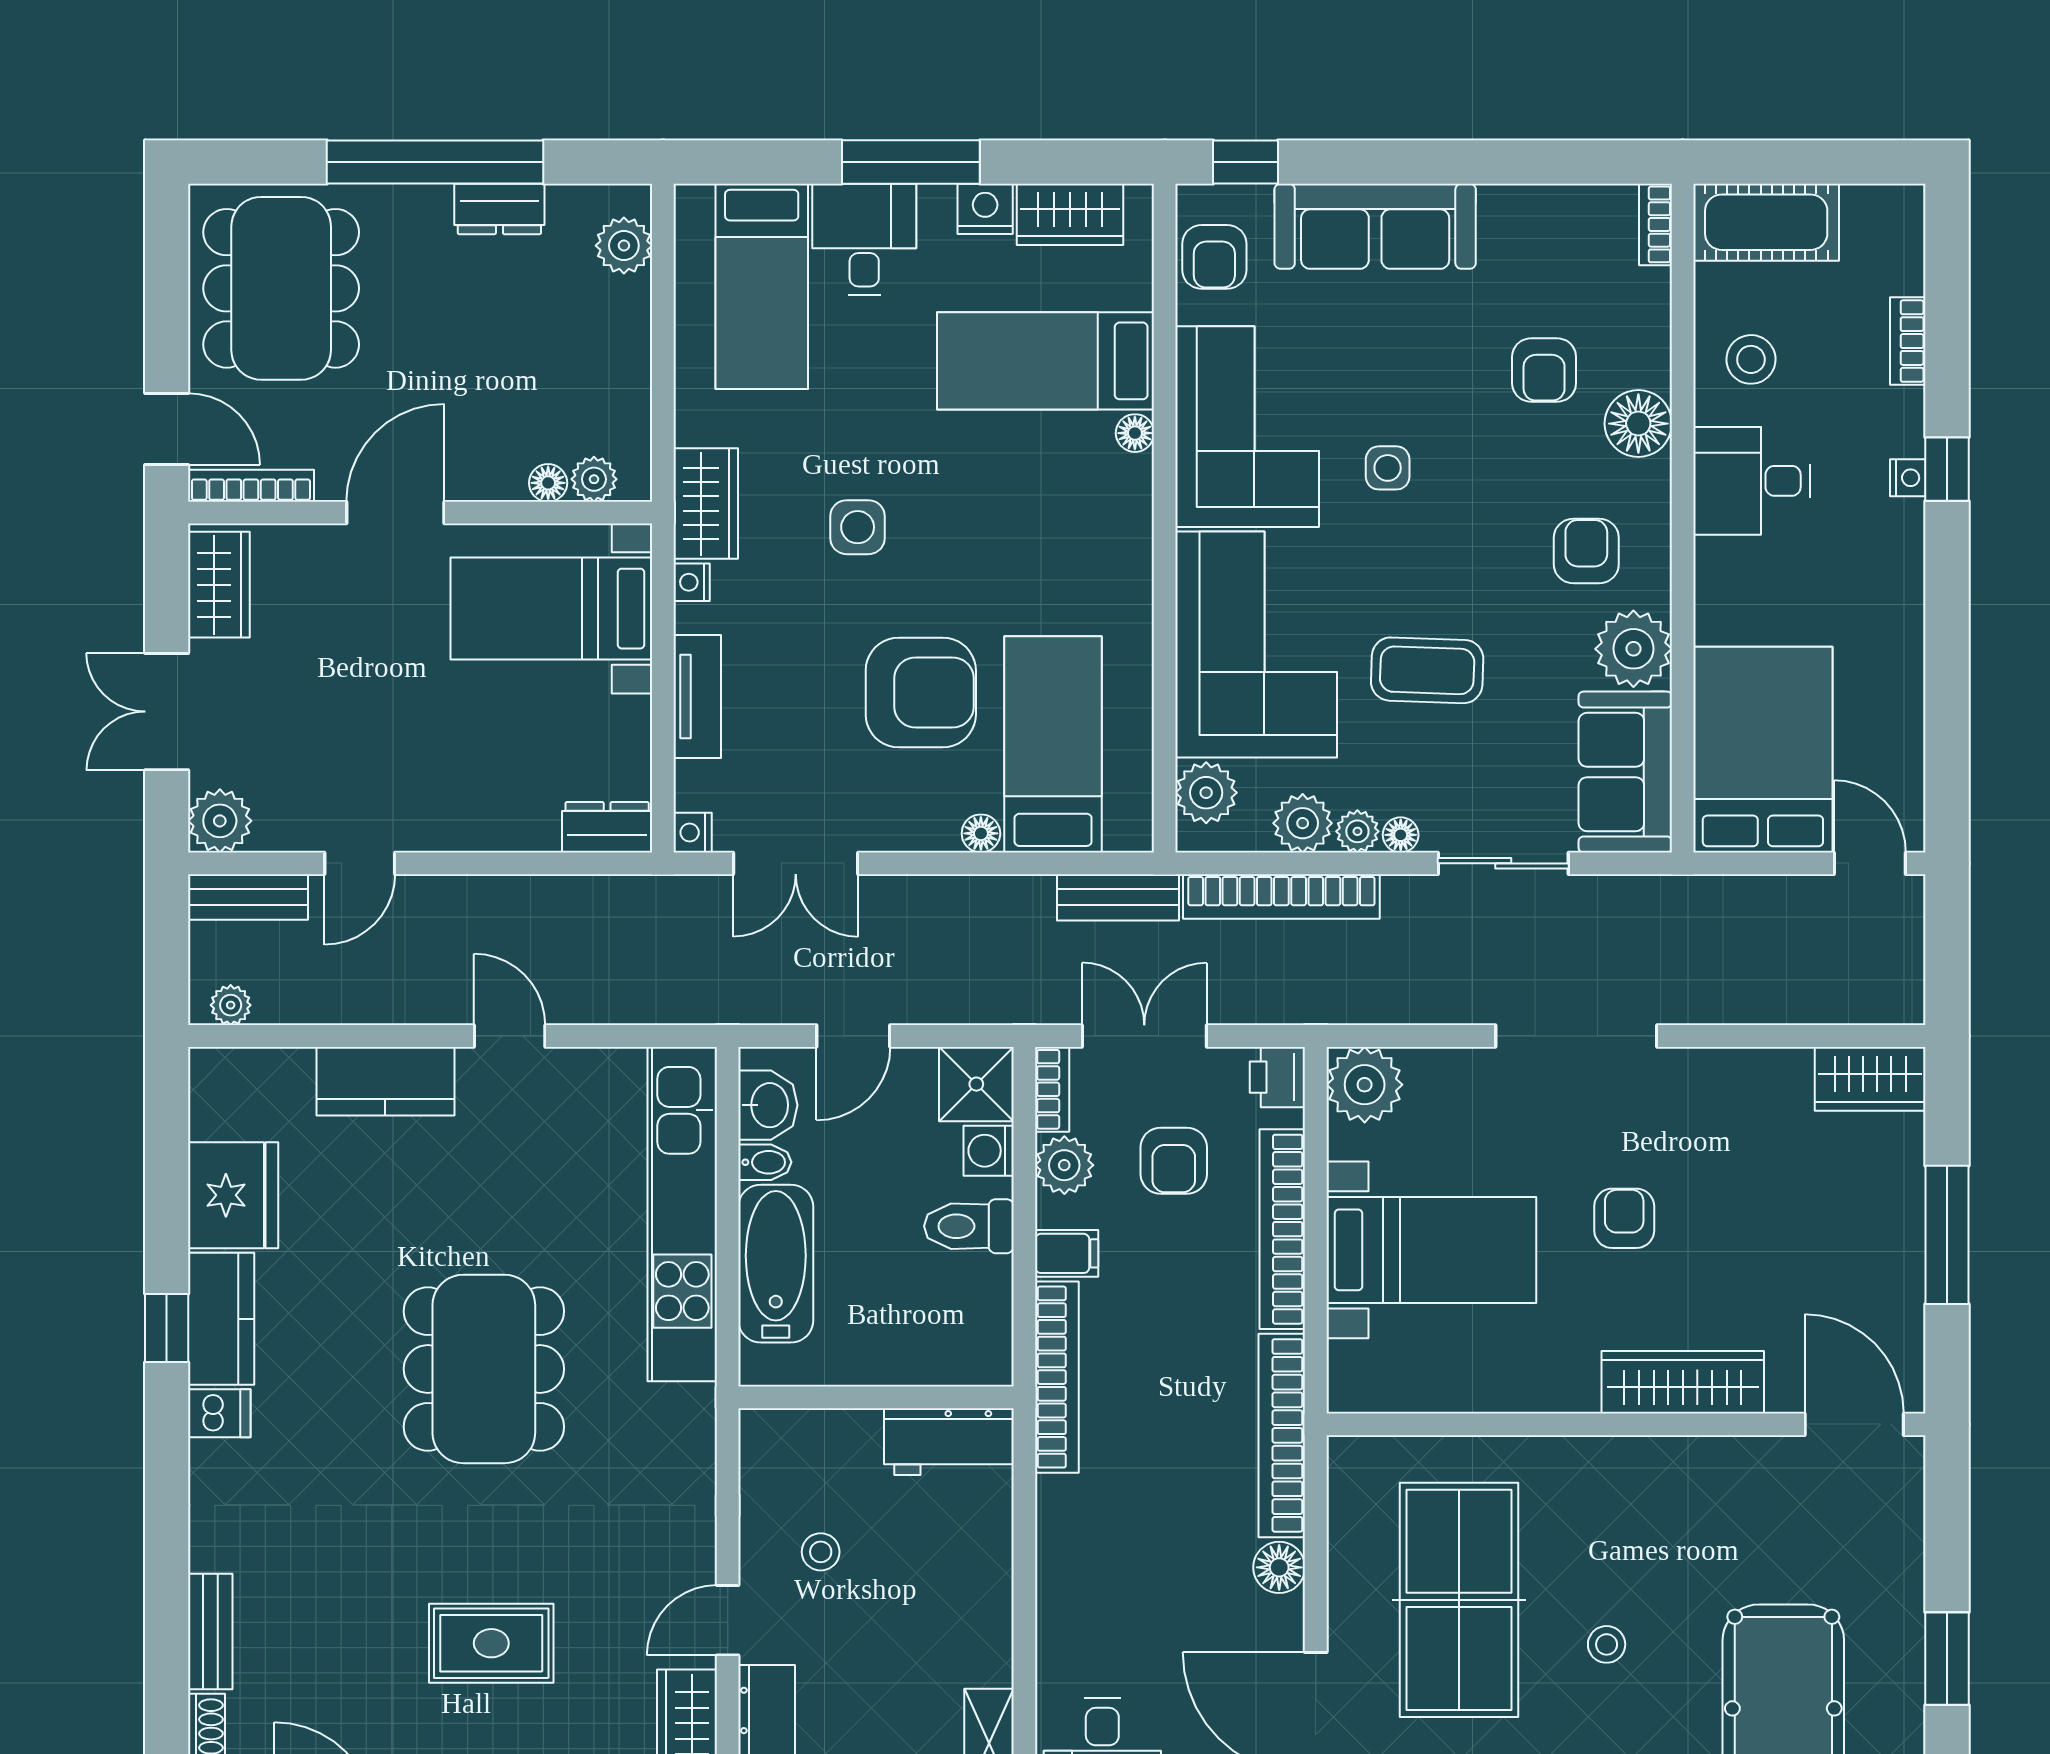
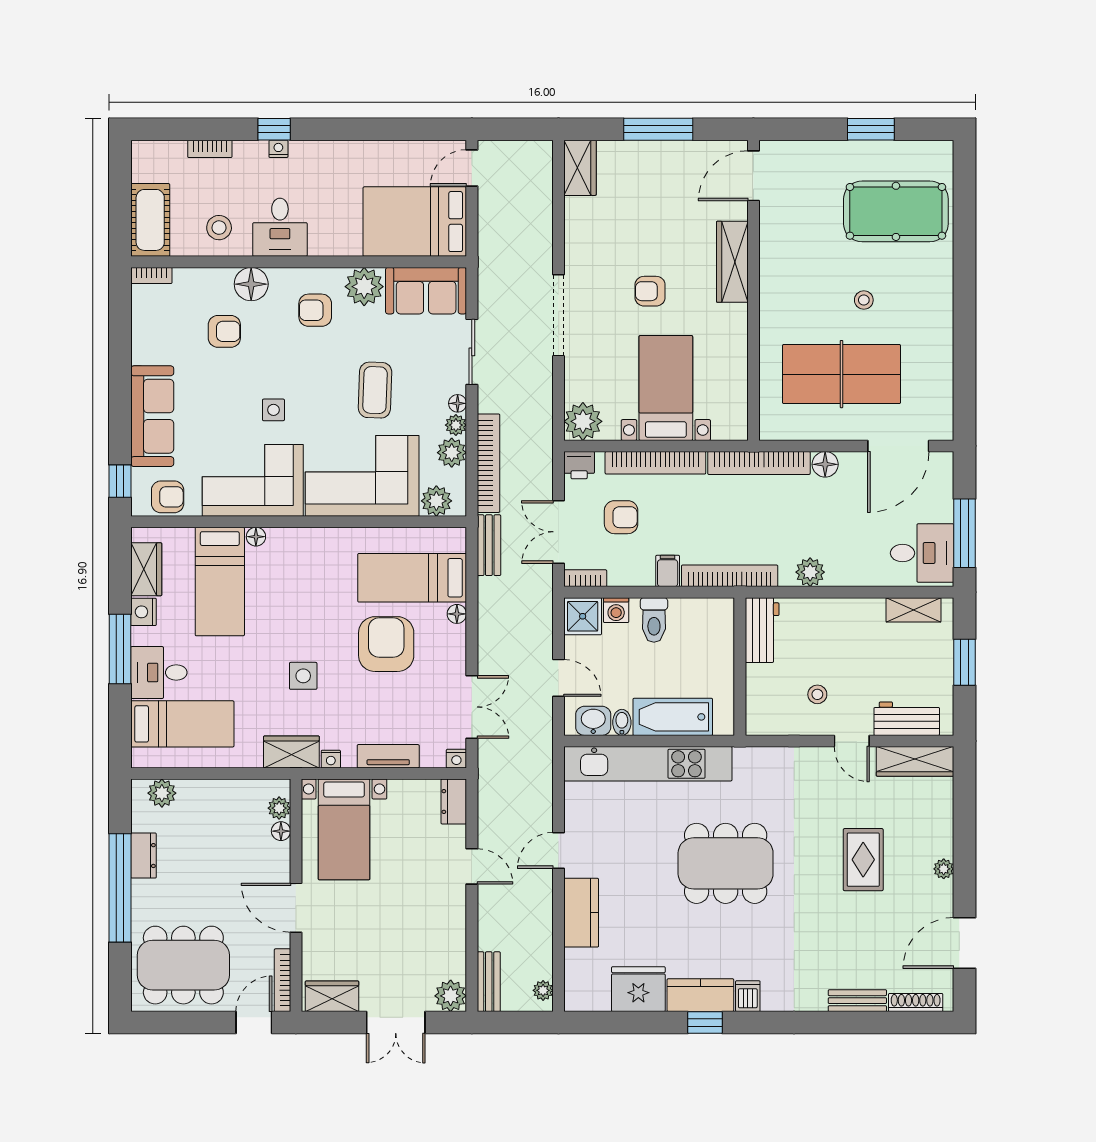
door: (360, 863) -> (472, 866), moved
plant: (1064, 1165) -> (810, 572), moved

